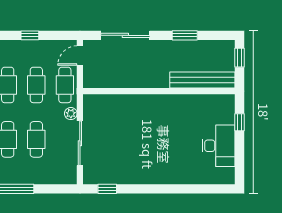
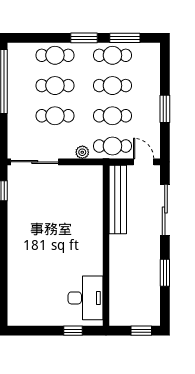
window: (30, 35) -> (165, 109), width x1.50
bench: (202, 80) -> (118, 199), moved
sliding door: (80, 143) -> (35, 162), moved
desk: (219, 146) -> (85, 298), moved, turned -90

